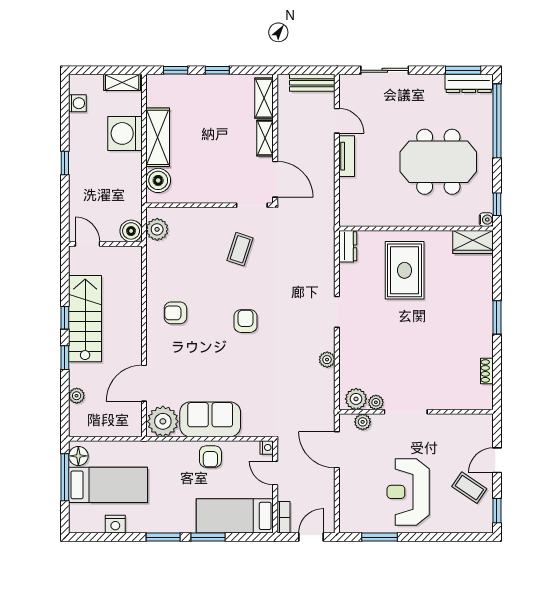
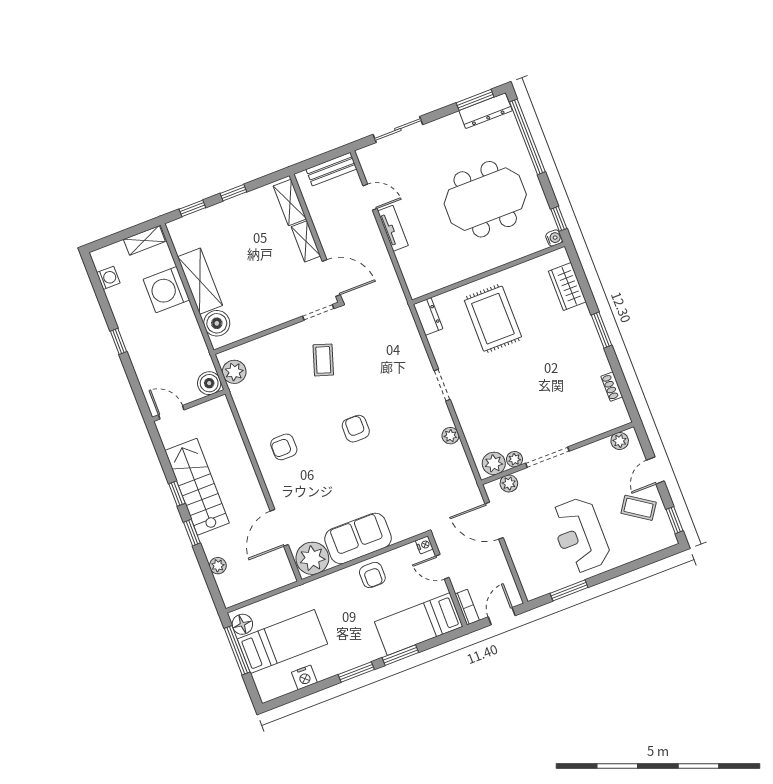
wardrobe: (473, 242) -> (567, 287), moved, turned 90
plant: (475, 422) -> (620, 441), added

